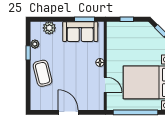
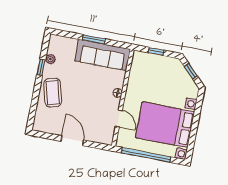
window: (85, 19) -> (94, 39), moved
plant: (49, 28) -> (70, 45), removed
sofa: (80, 32) -> (103, 55), width x1.36

